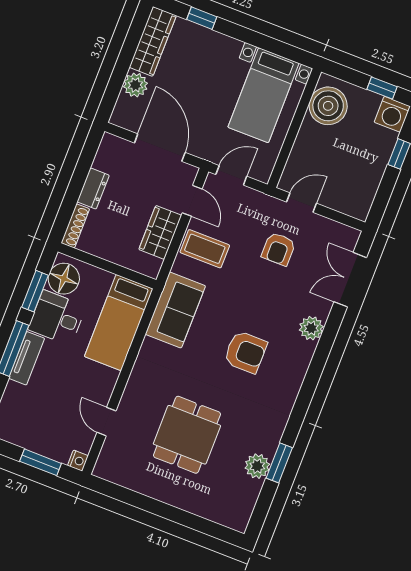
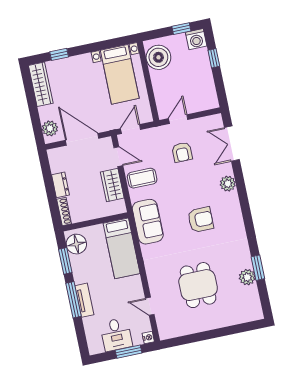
plant: (135, 85) -> (50, 128), moved
desk: (57, 318) -> (116, 334), moved, turned -90

